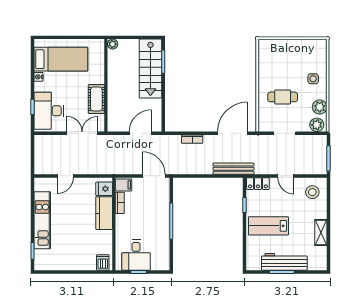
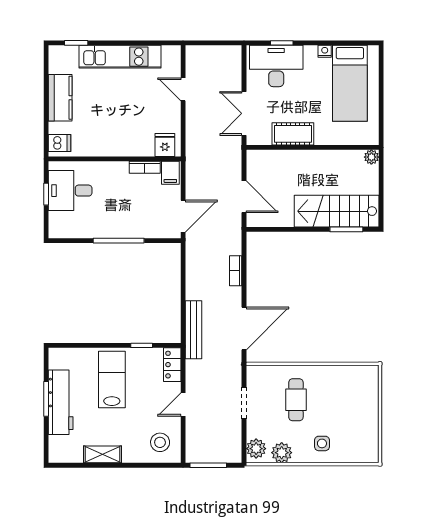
double door: (82, 133) -> (244, 113), swing flipped
door: (233, 133) -> (244, 328), hinge flipped
kitchen counter: (104, 213) -> (60, 98), moved, turned 90

